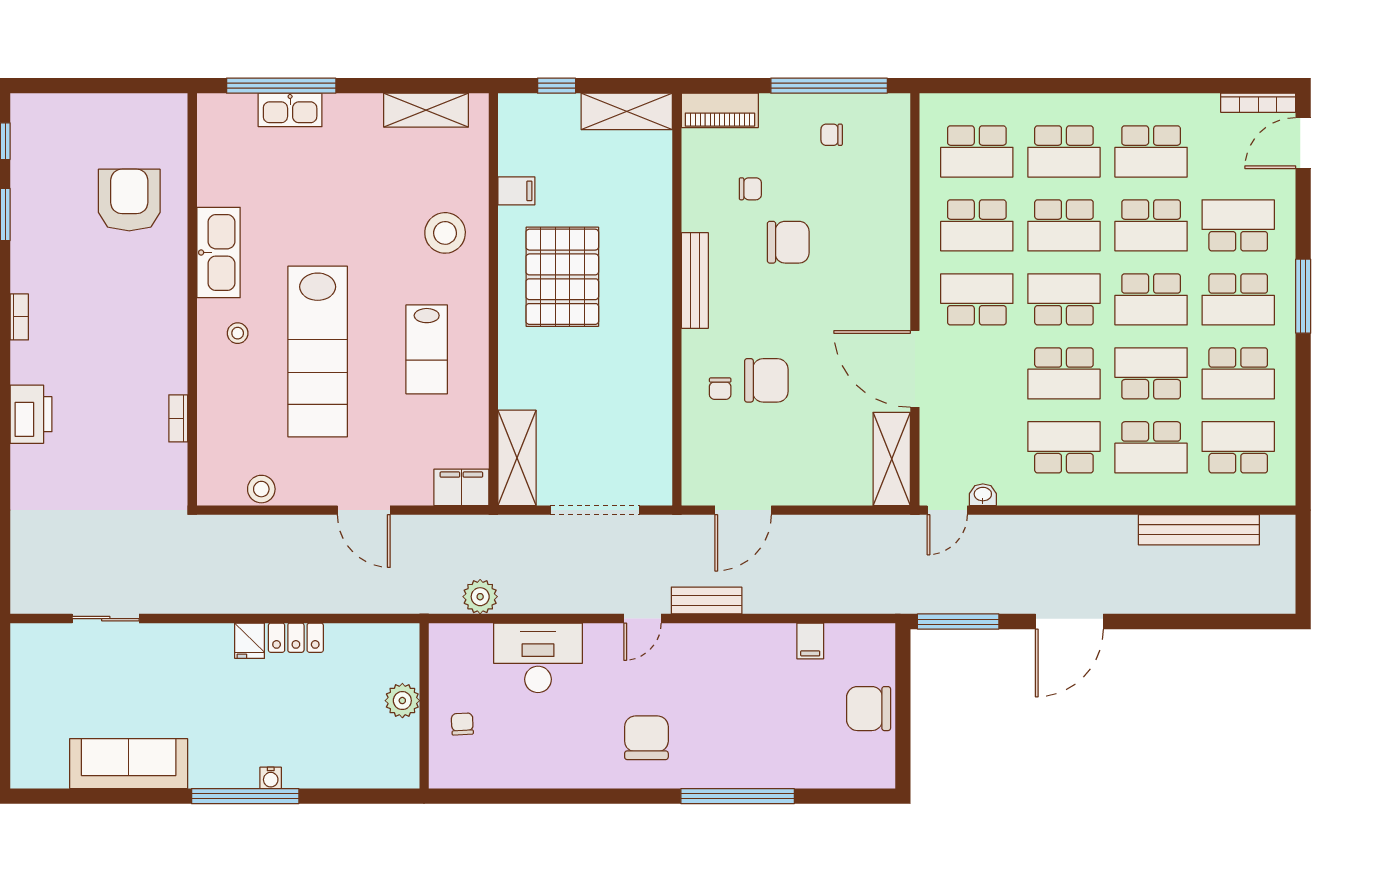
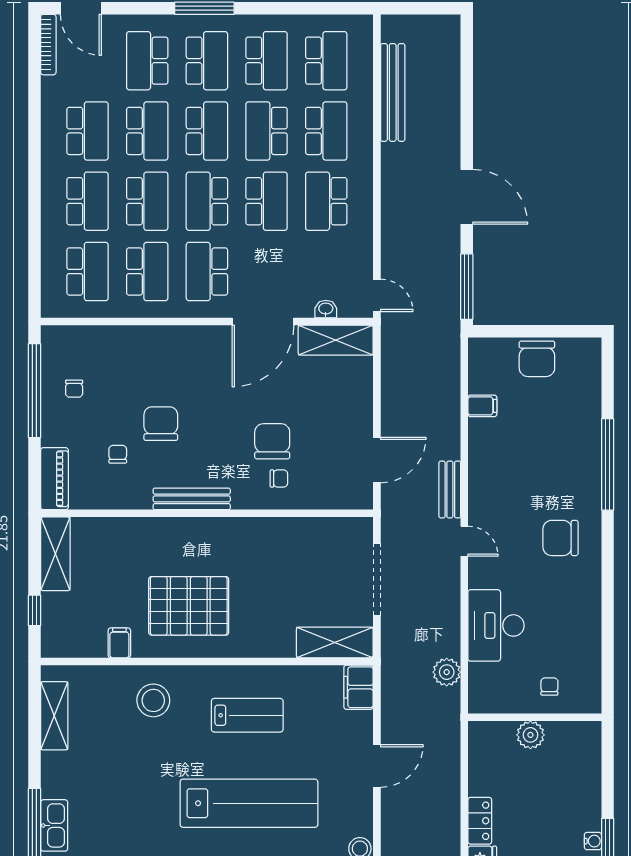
school desk: (1238, 447) -> (326, 61), turned 180
washbasin: (983, 495) -> (326, 309), moved, turned 90
door: (743, 510) -> (377, 460), hinge flipped
chair: (462, 724) -> (549, 687), turned 93

